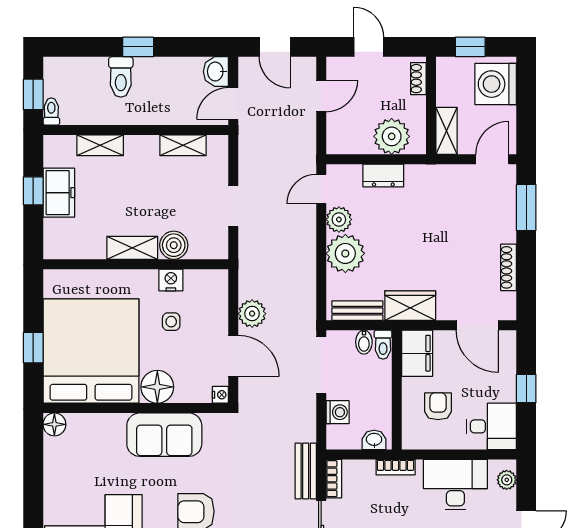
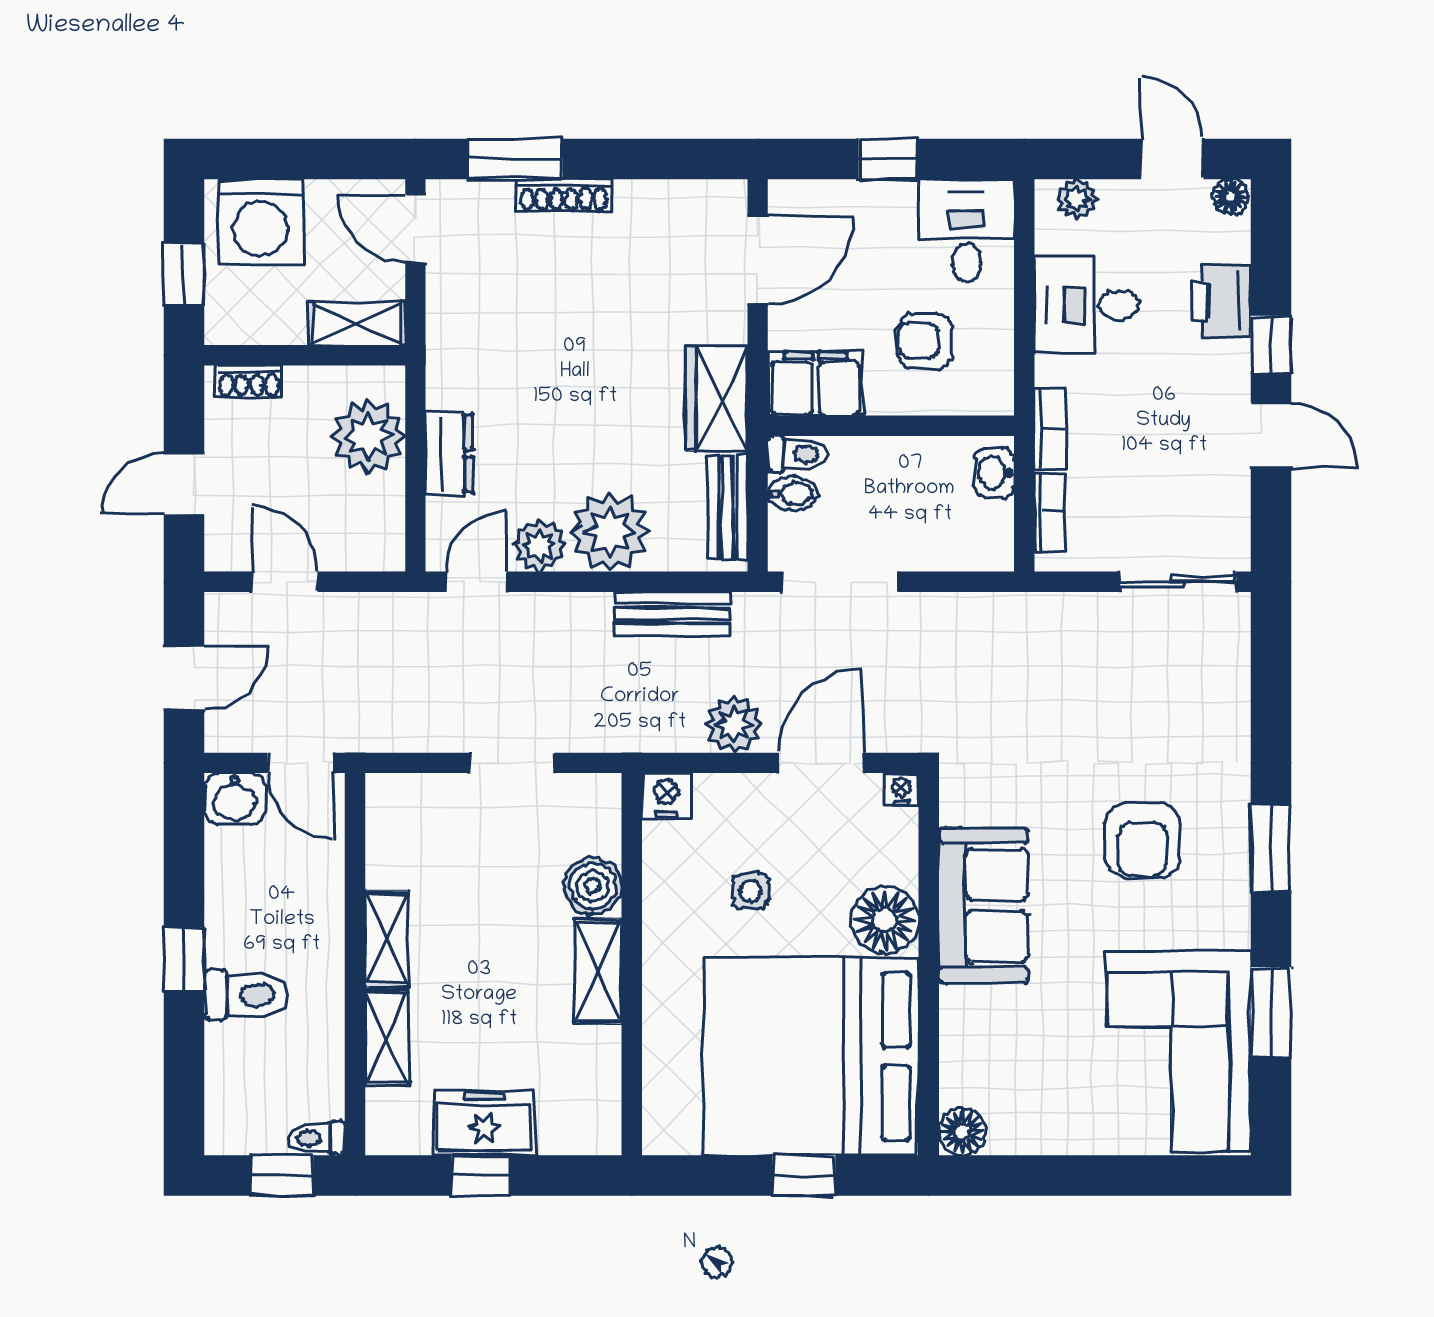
shelving: (183, 145) -> (386, 938), moved
door: (321, 189) -> (477, 582), swing flipped
shoe rack: (509, 267) -> (564, 195), moved
nightstand: (171, 280) -> (666, 796), moved, turned 90
washing machine: (338, 412) -> (937, 548), removed
bench: (306, 471) -> (672, 614), moved
bookcase: (334, 479) -> (1050, 512), moved, turned 90
desk: (455, 485) -> (1086, 305), width x0.73

